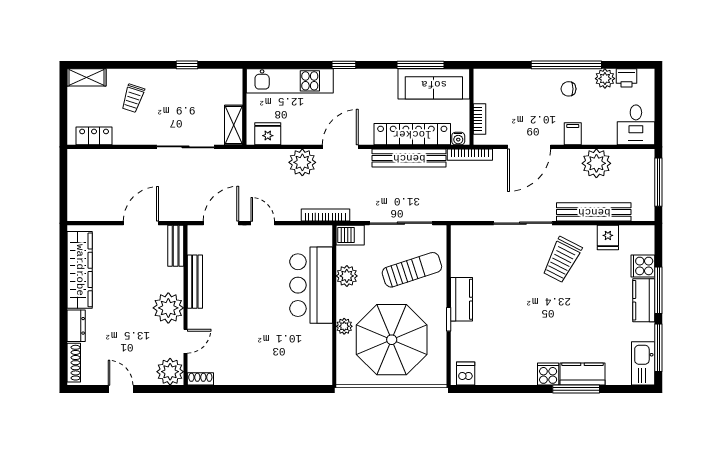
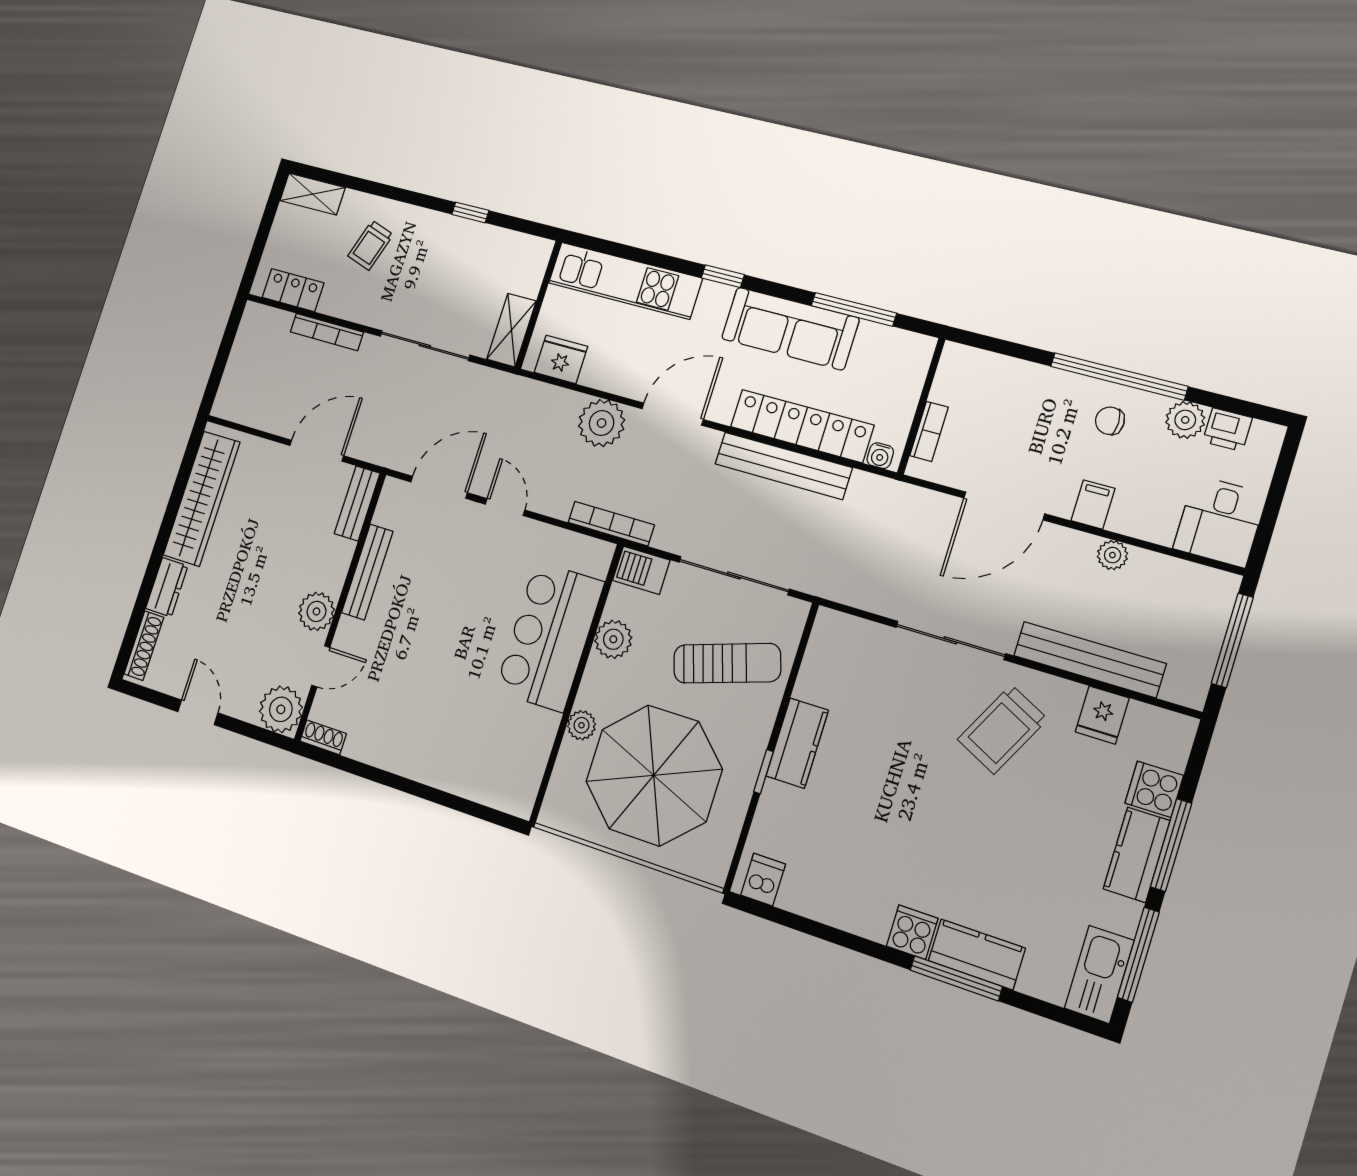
sofa: (434, 84) -> (790, 328), moved
bookcase: (470, 155) -> (327, 332), moved
plant: (596, 163) -> (1112, 555), width x0.53, depth x0.53
plant: (168, 308) -> (316, 611), width x0.73, depth x0.73

